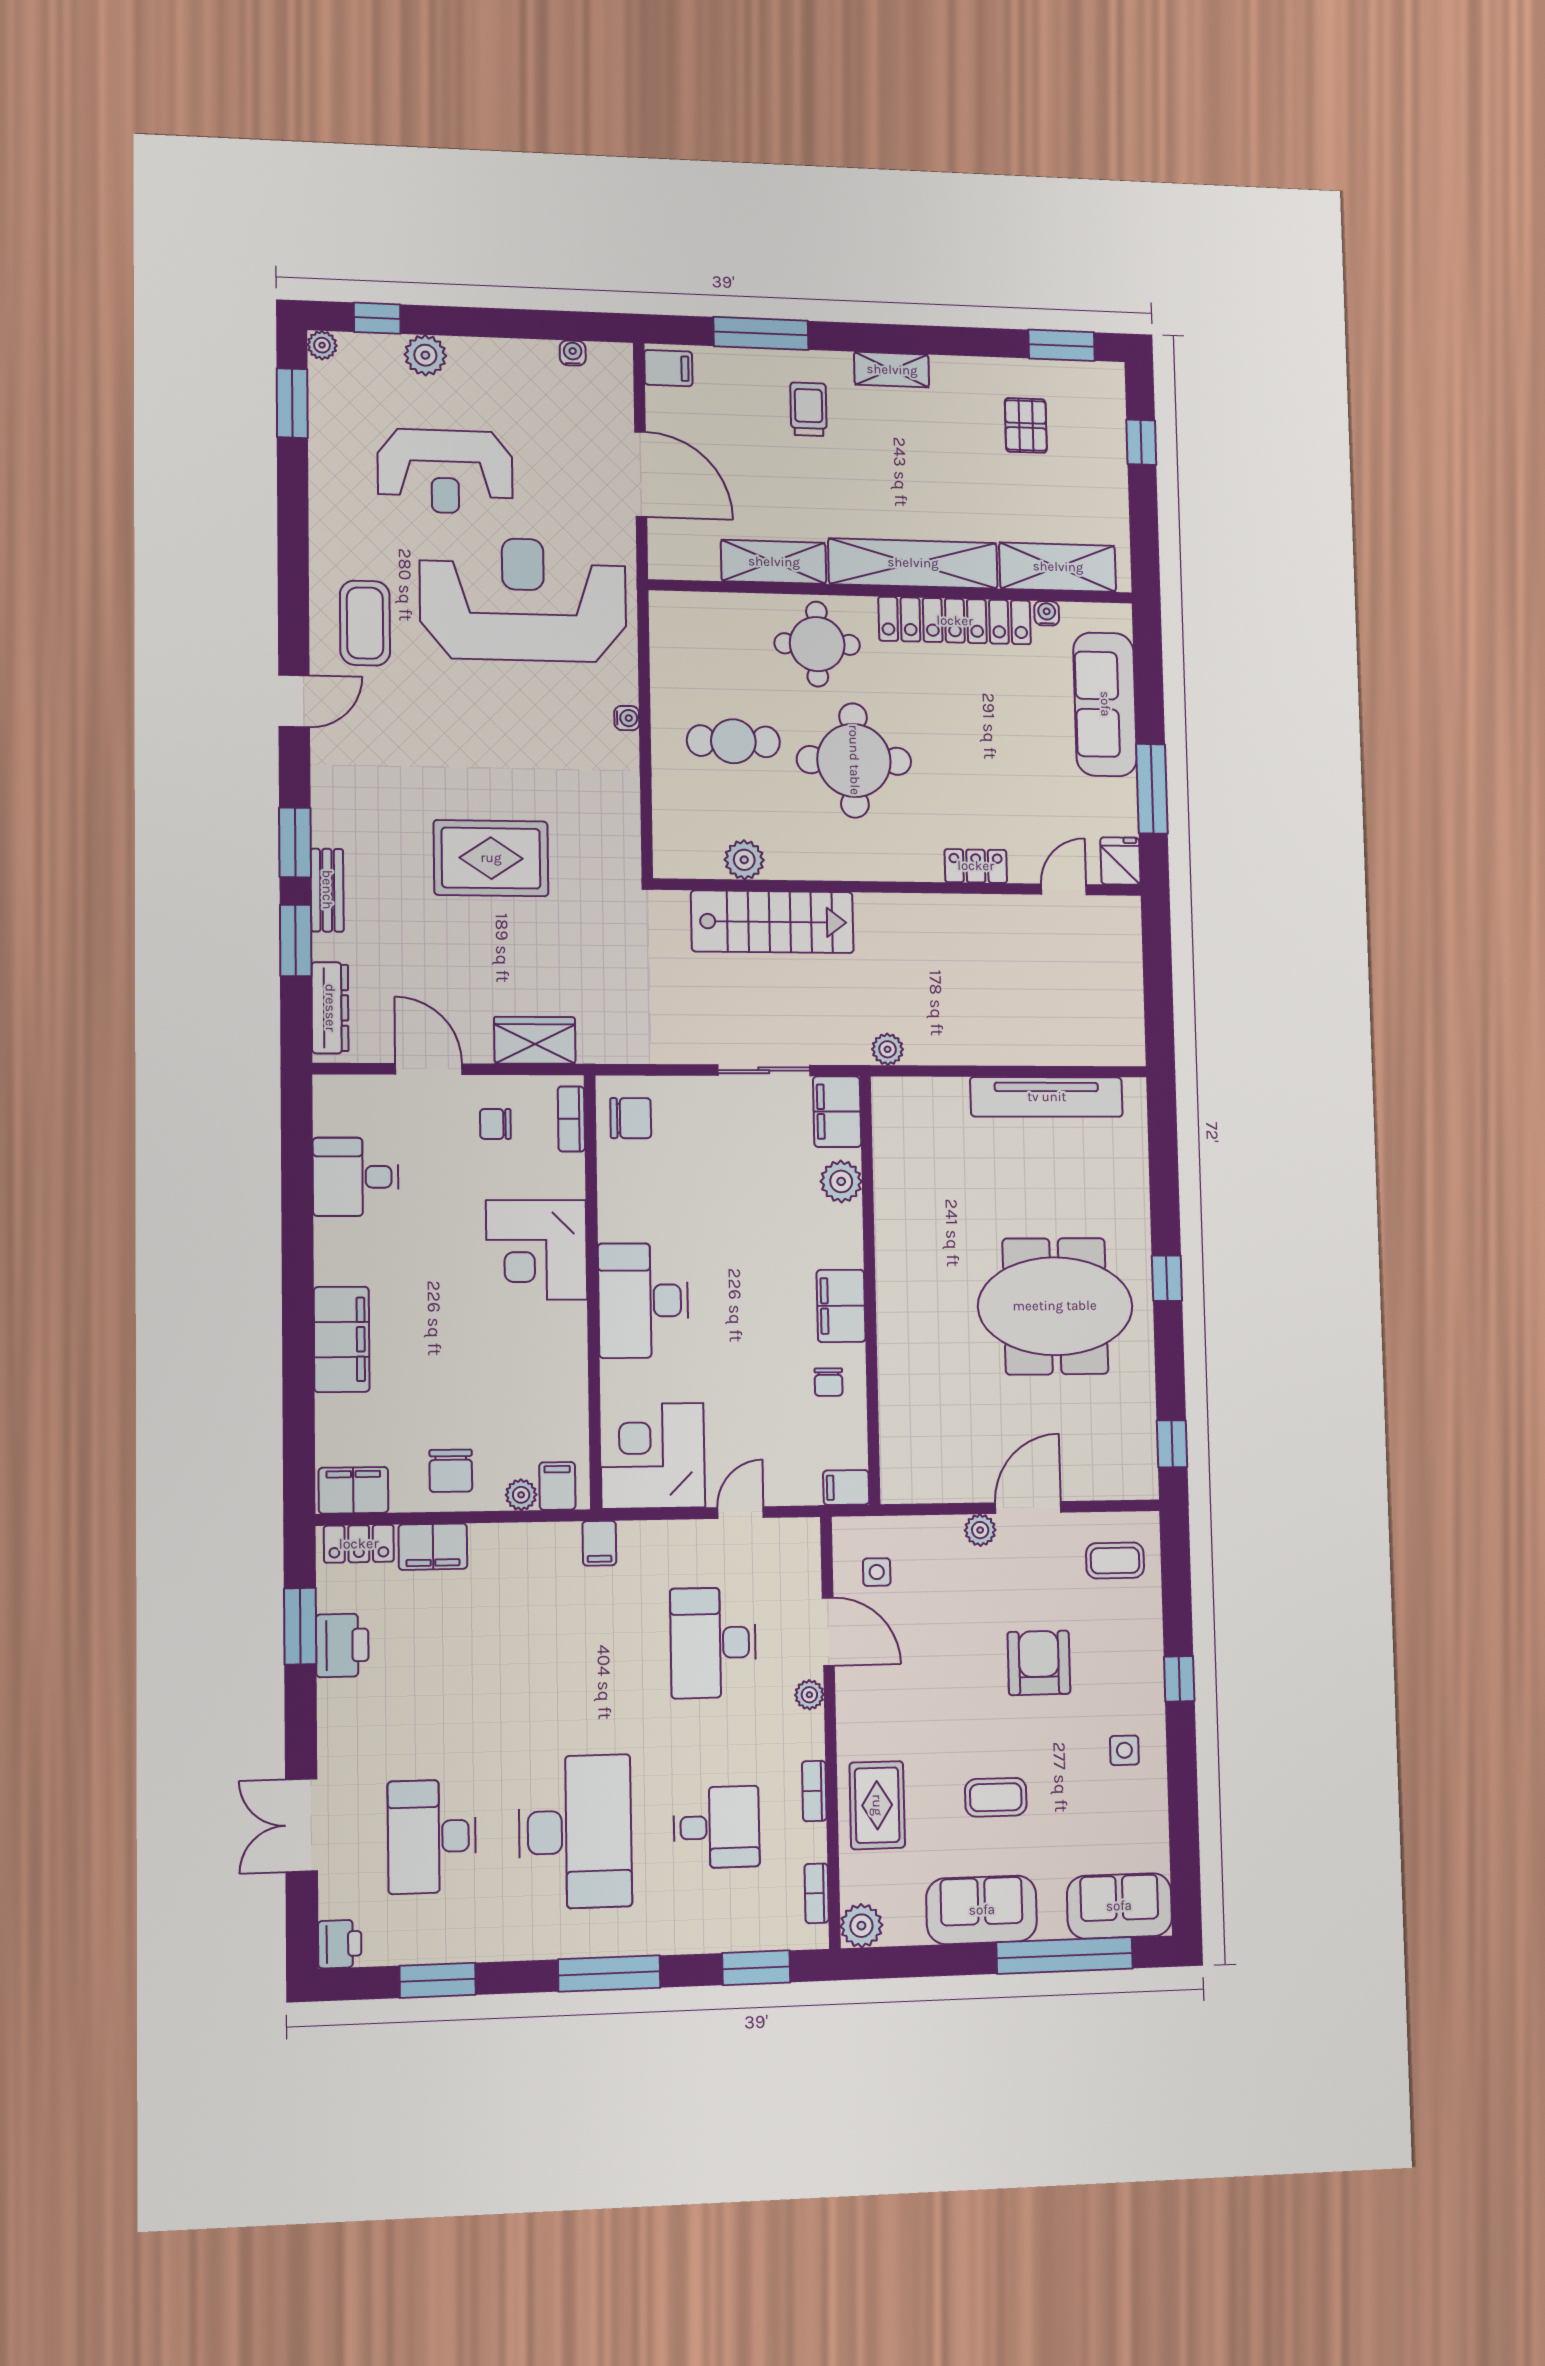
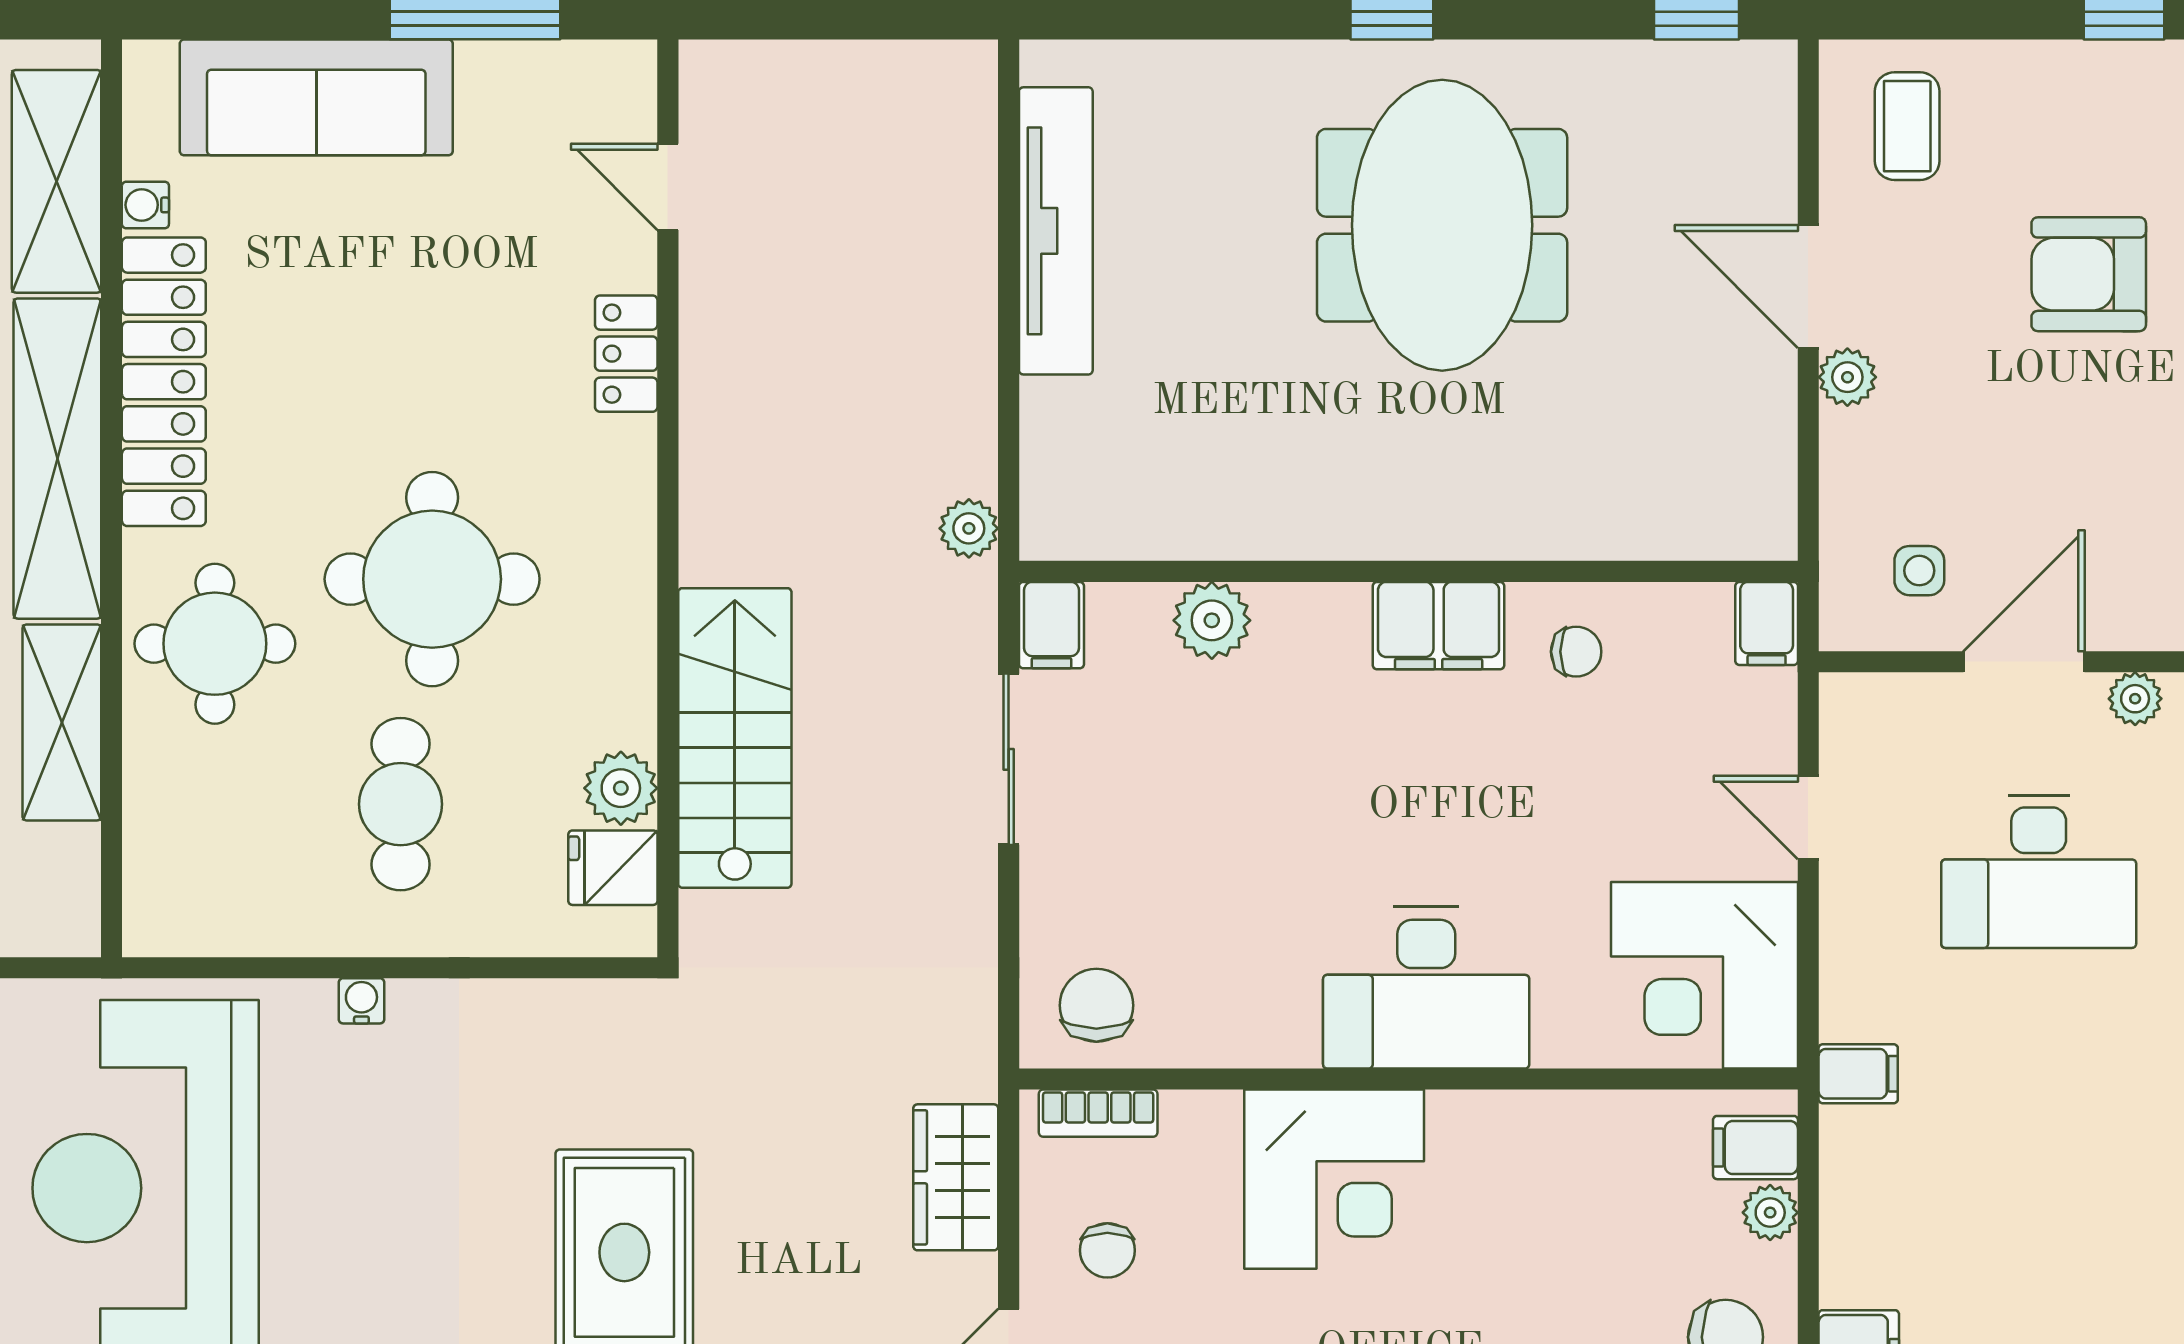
fridge: (1120, 861) -> (613, 868), moved
filing cabinet: (837, 1112) -> (1051, 625), width x0.50

